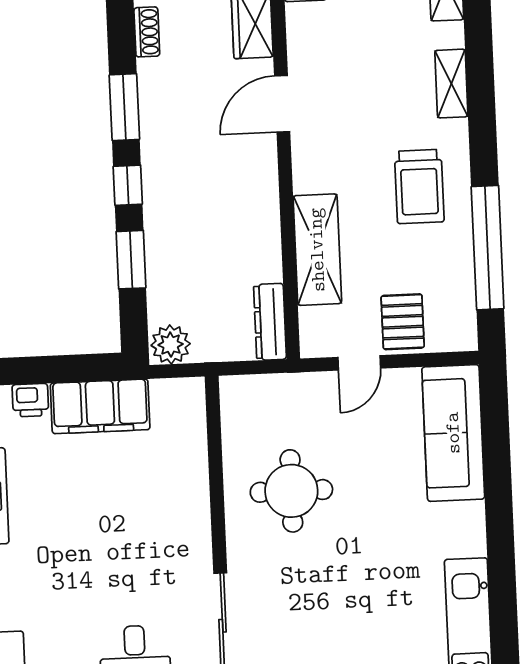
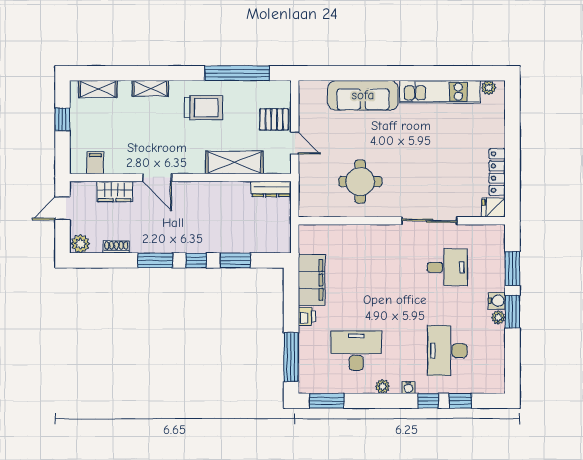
plant: (171, 344) -> (281, 242), removed
sofa: (453, 433) -> (363, 95), moved

